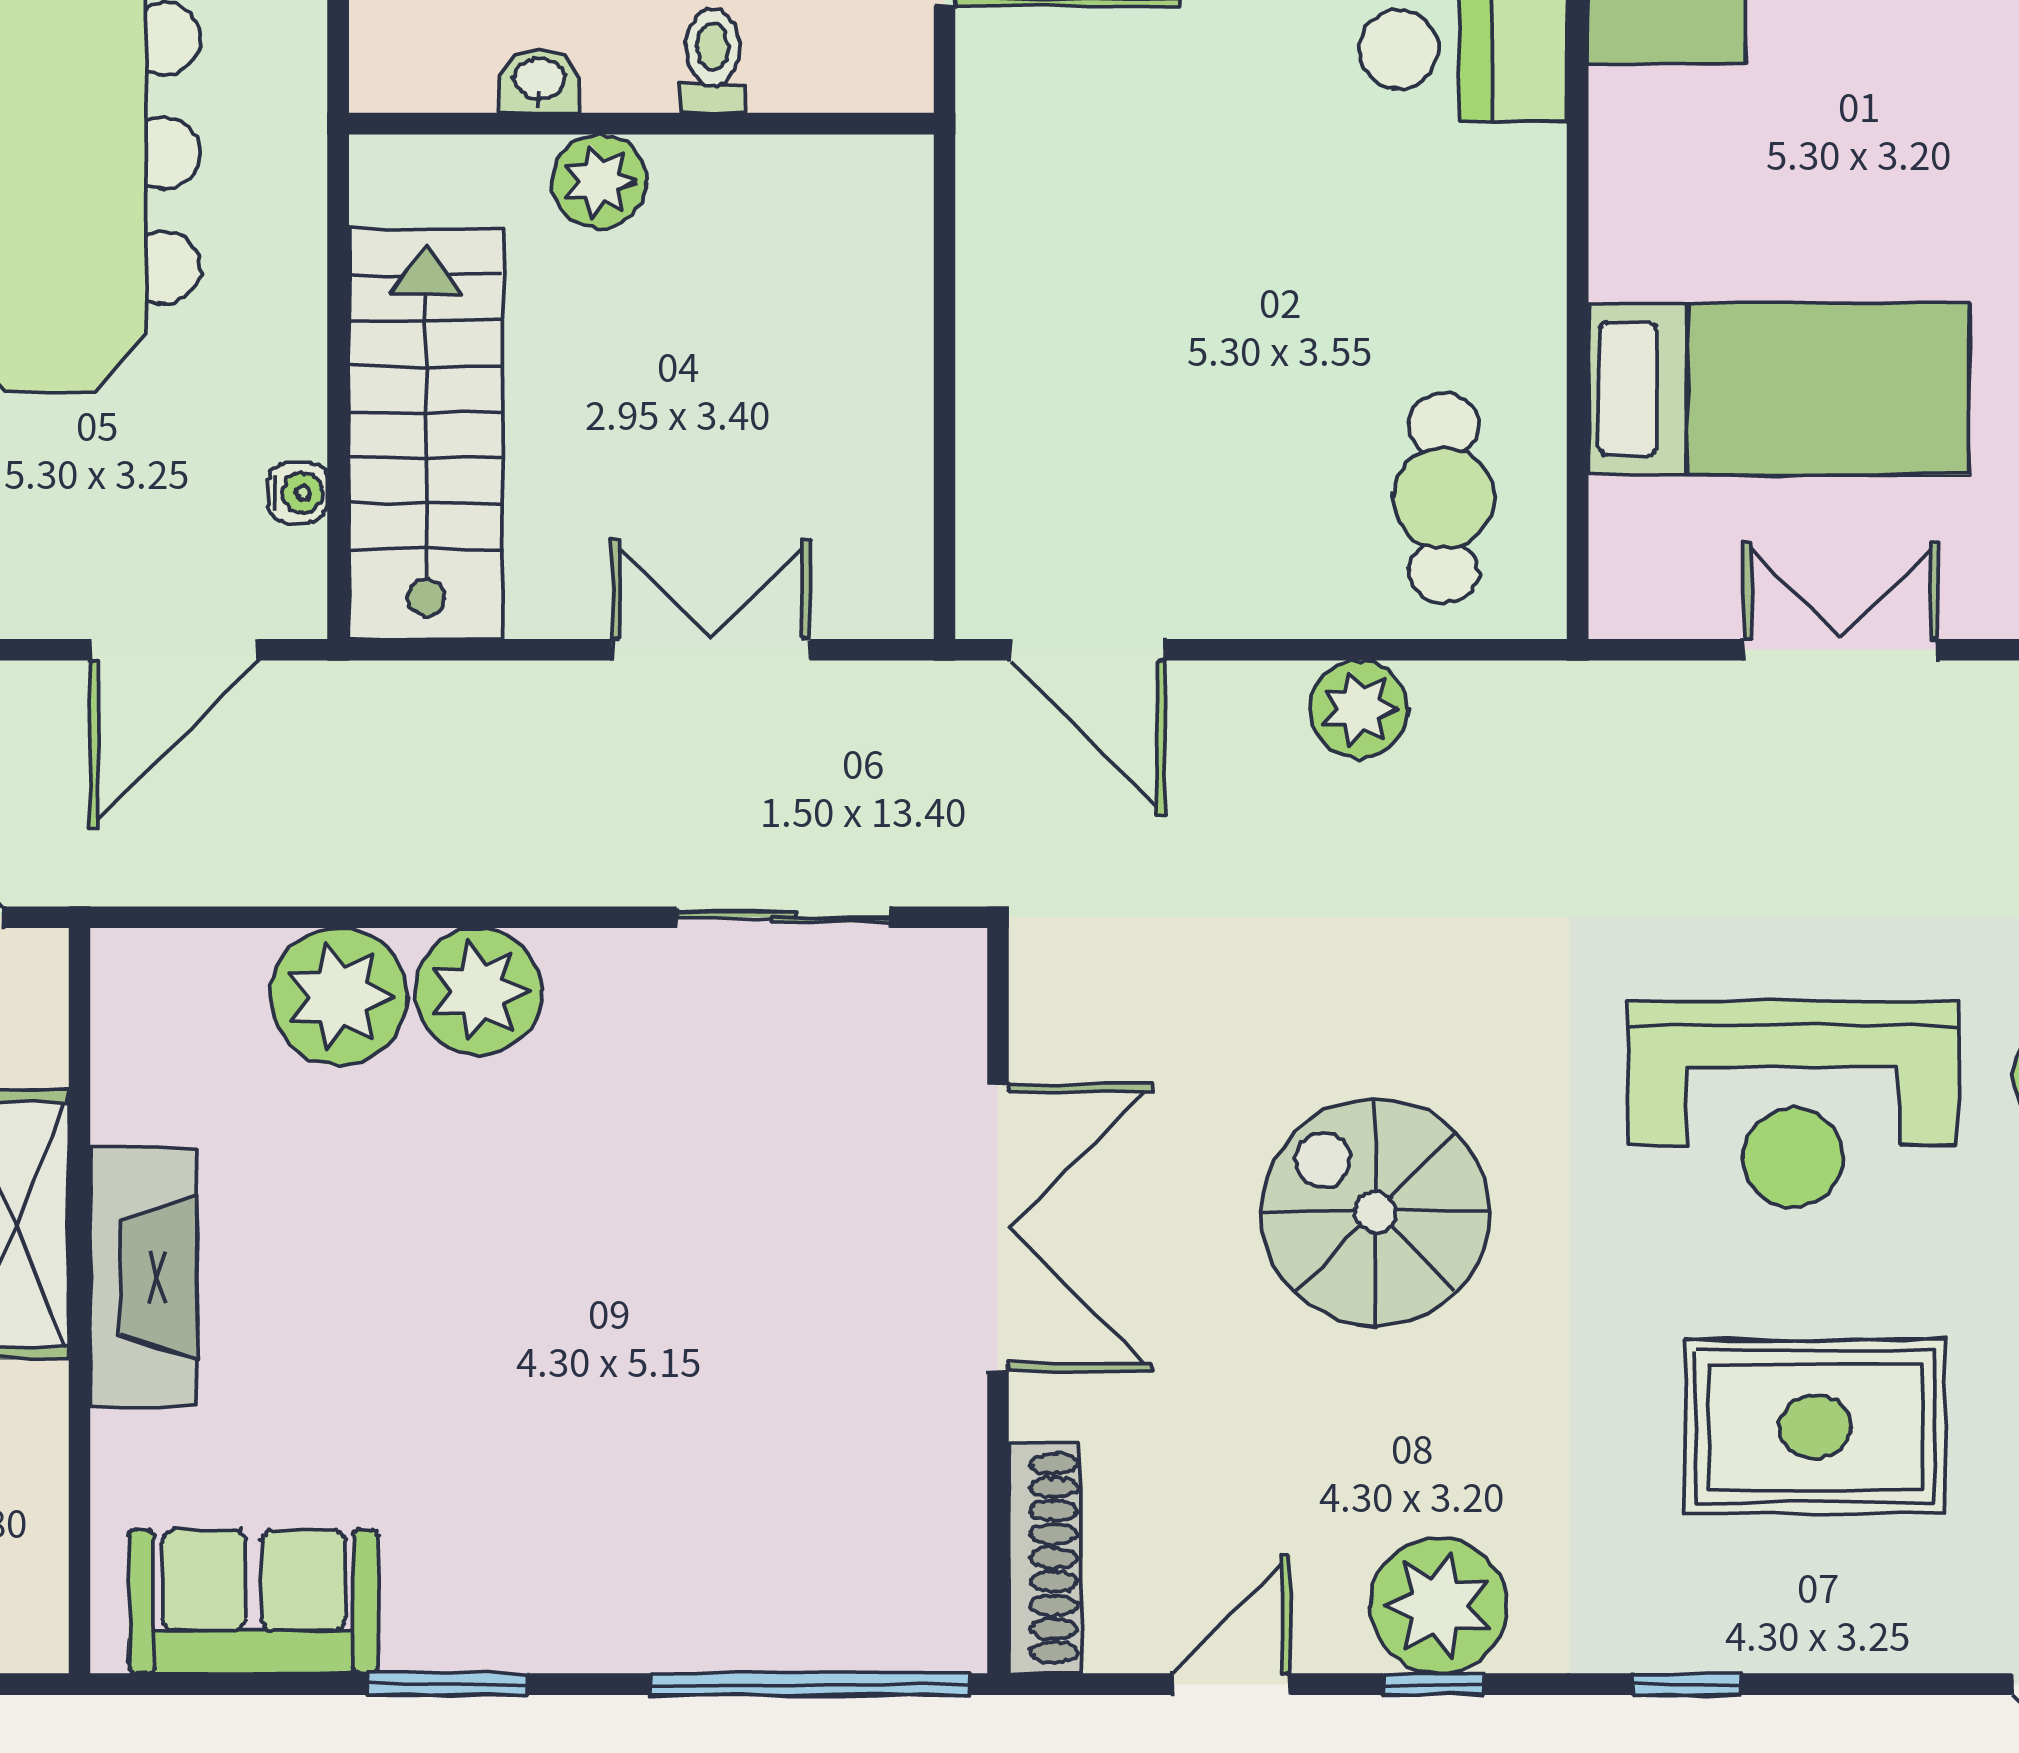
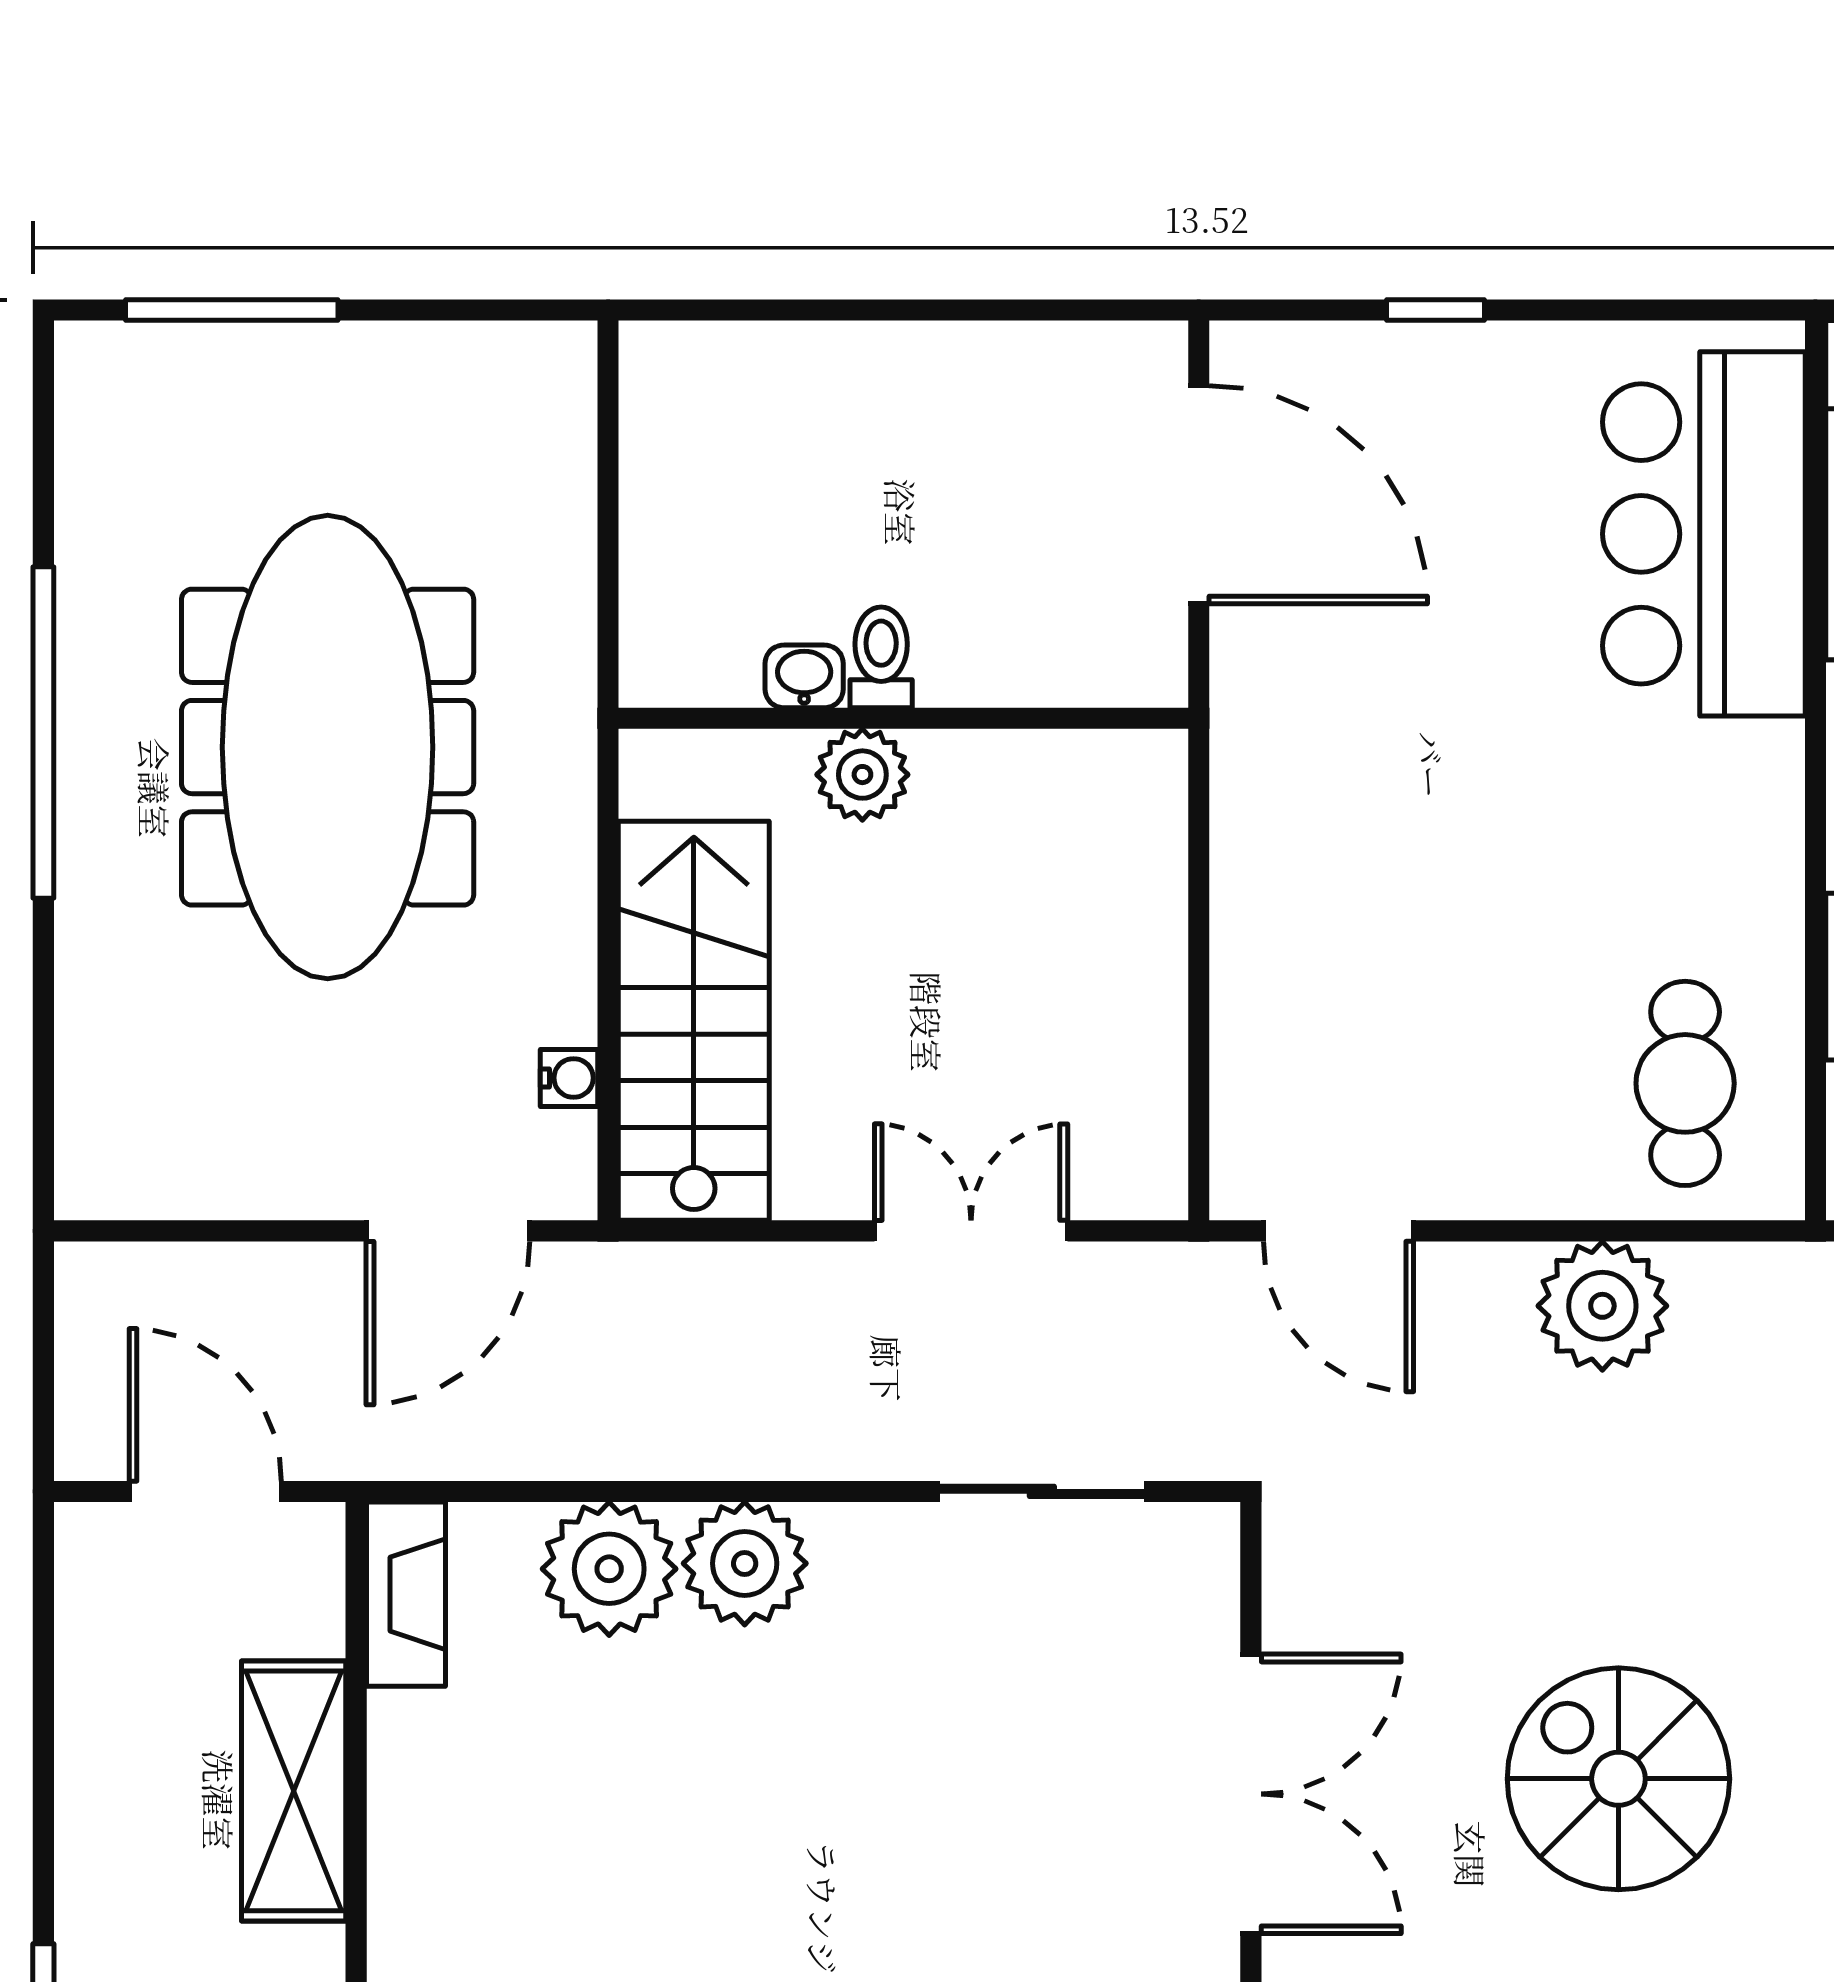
toilet: (713, 61) -> (881, 657), moved
plant: (1359, 709) -> (1602, 1306), width x1.36, depth x1.36
fireplace: (144, 1277) -> (406, 1594), moved, width x0.73, depth x0.76

